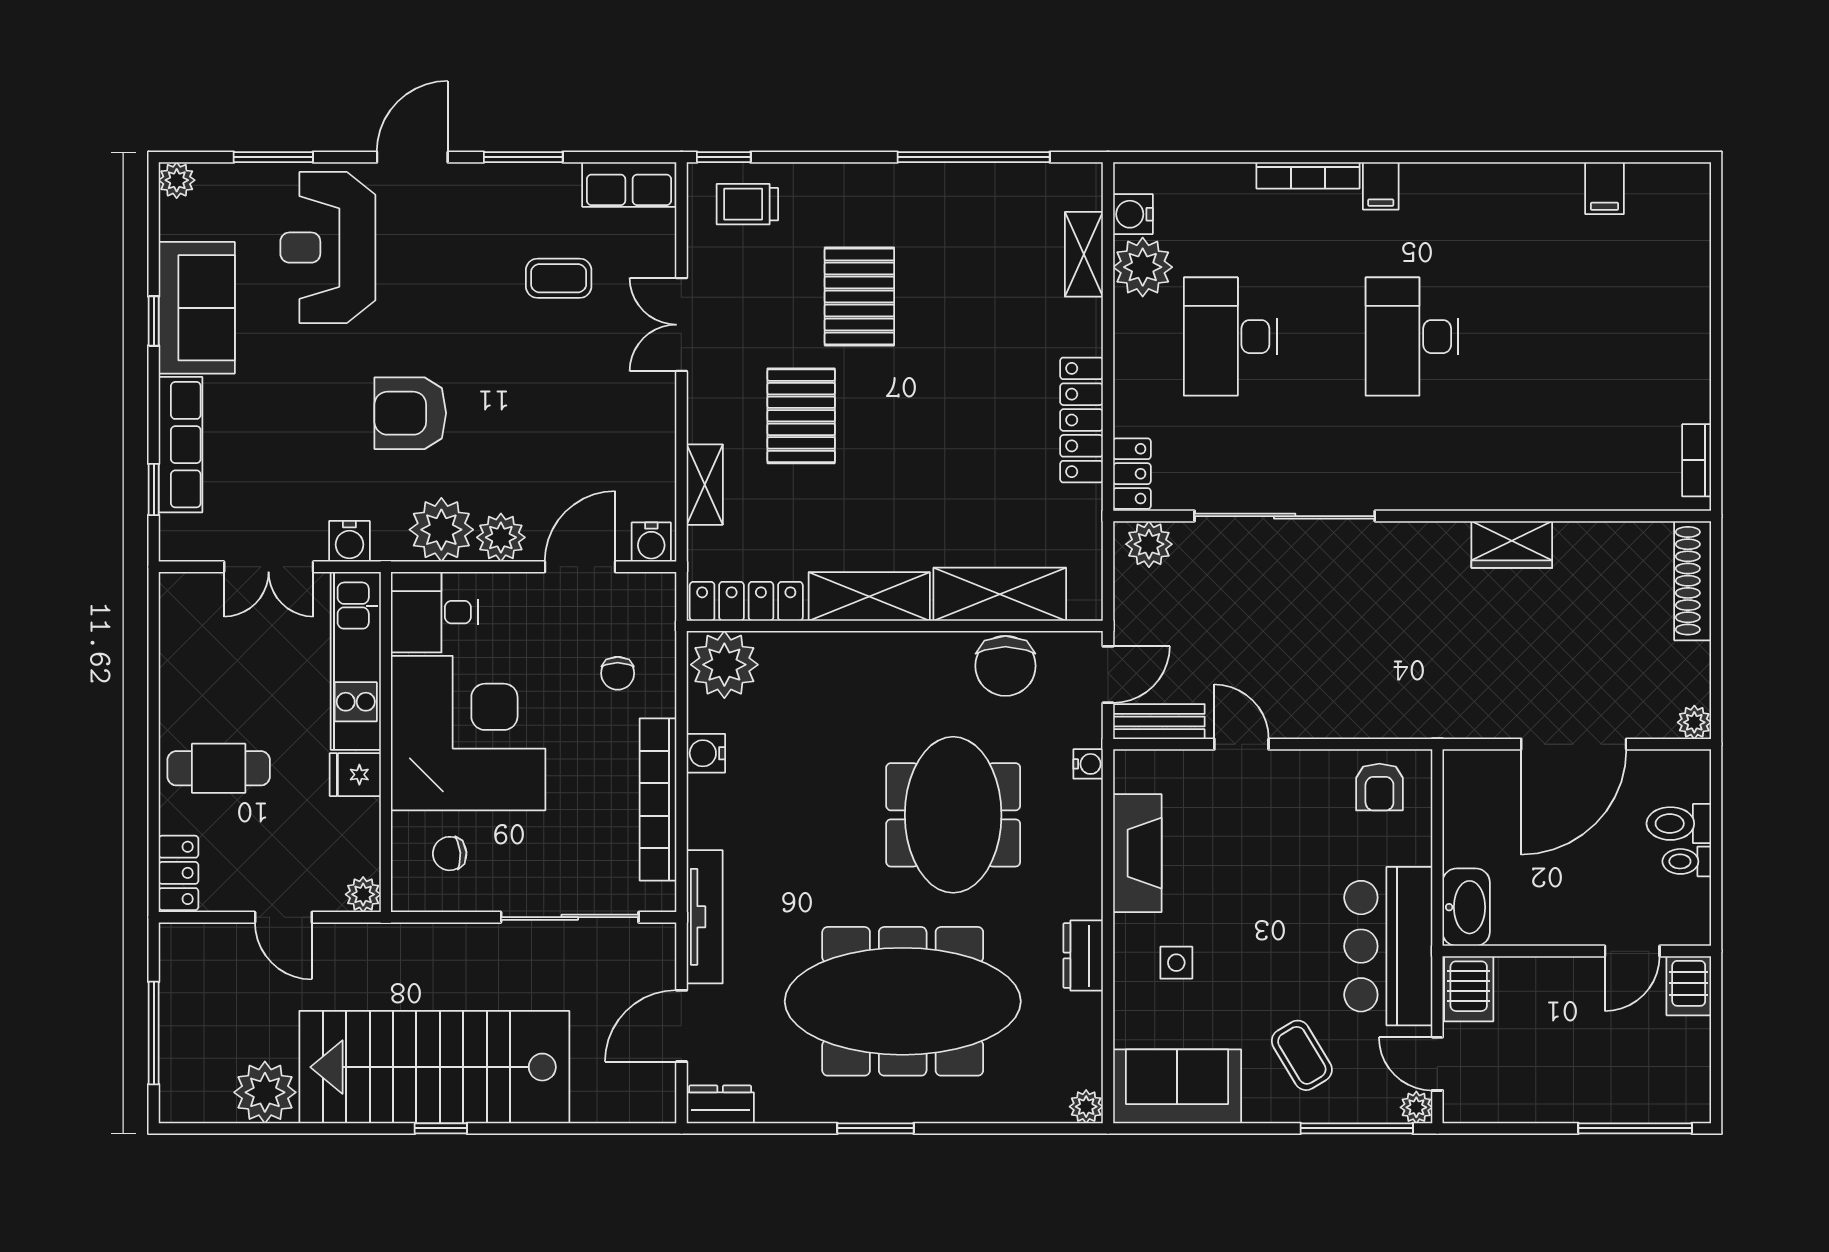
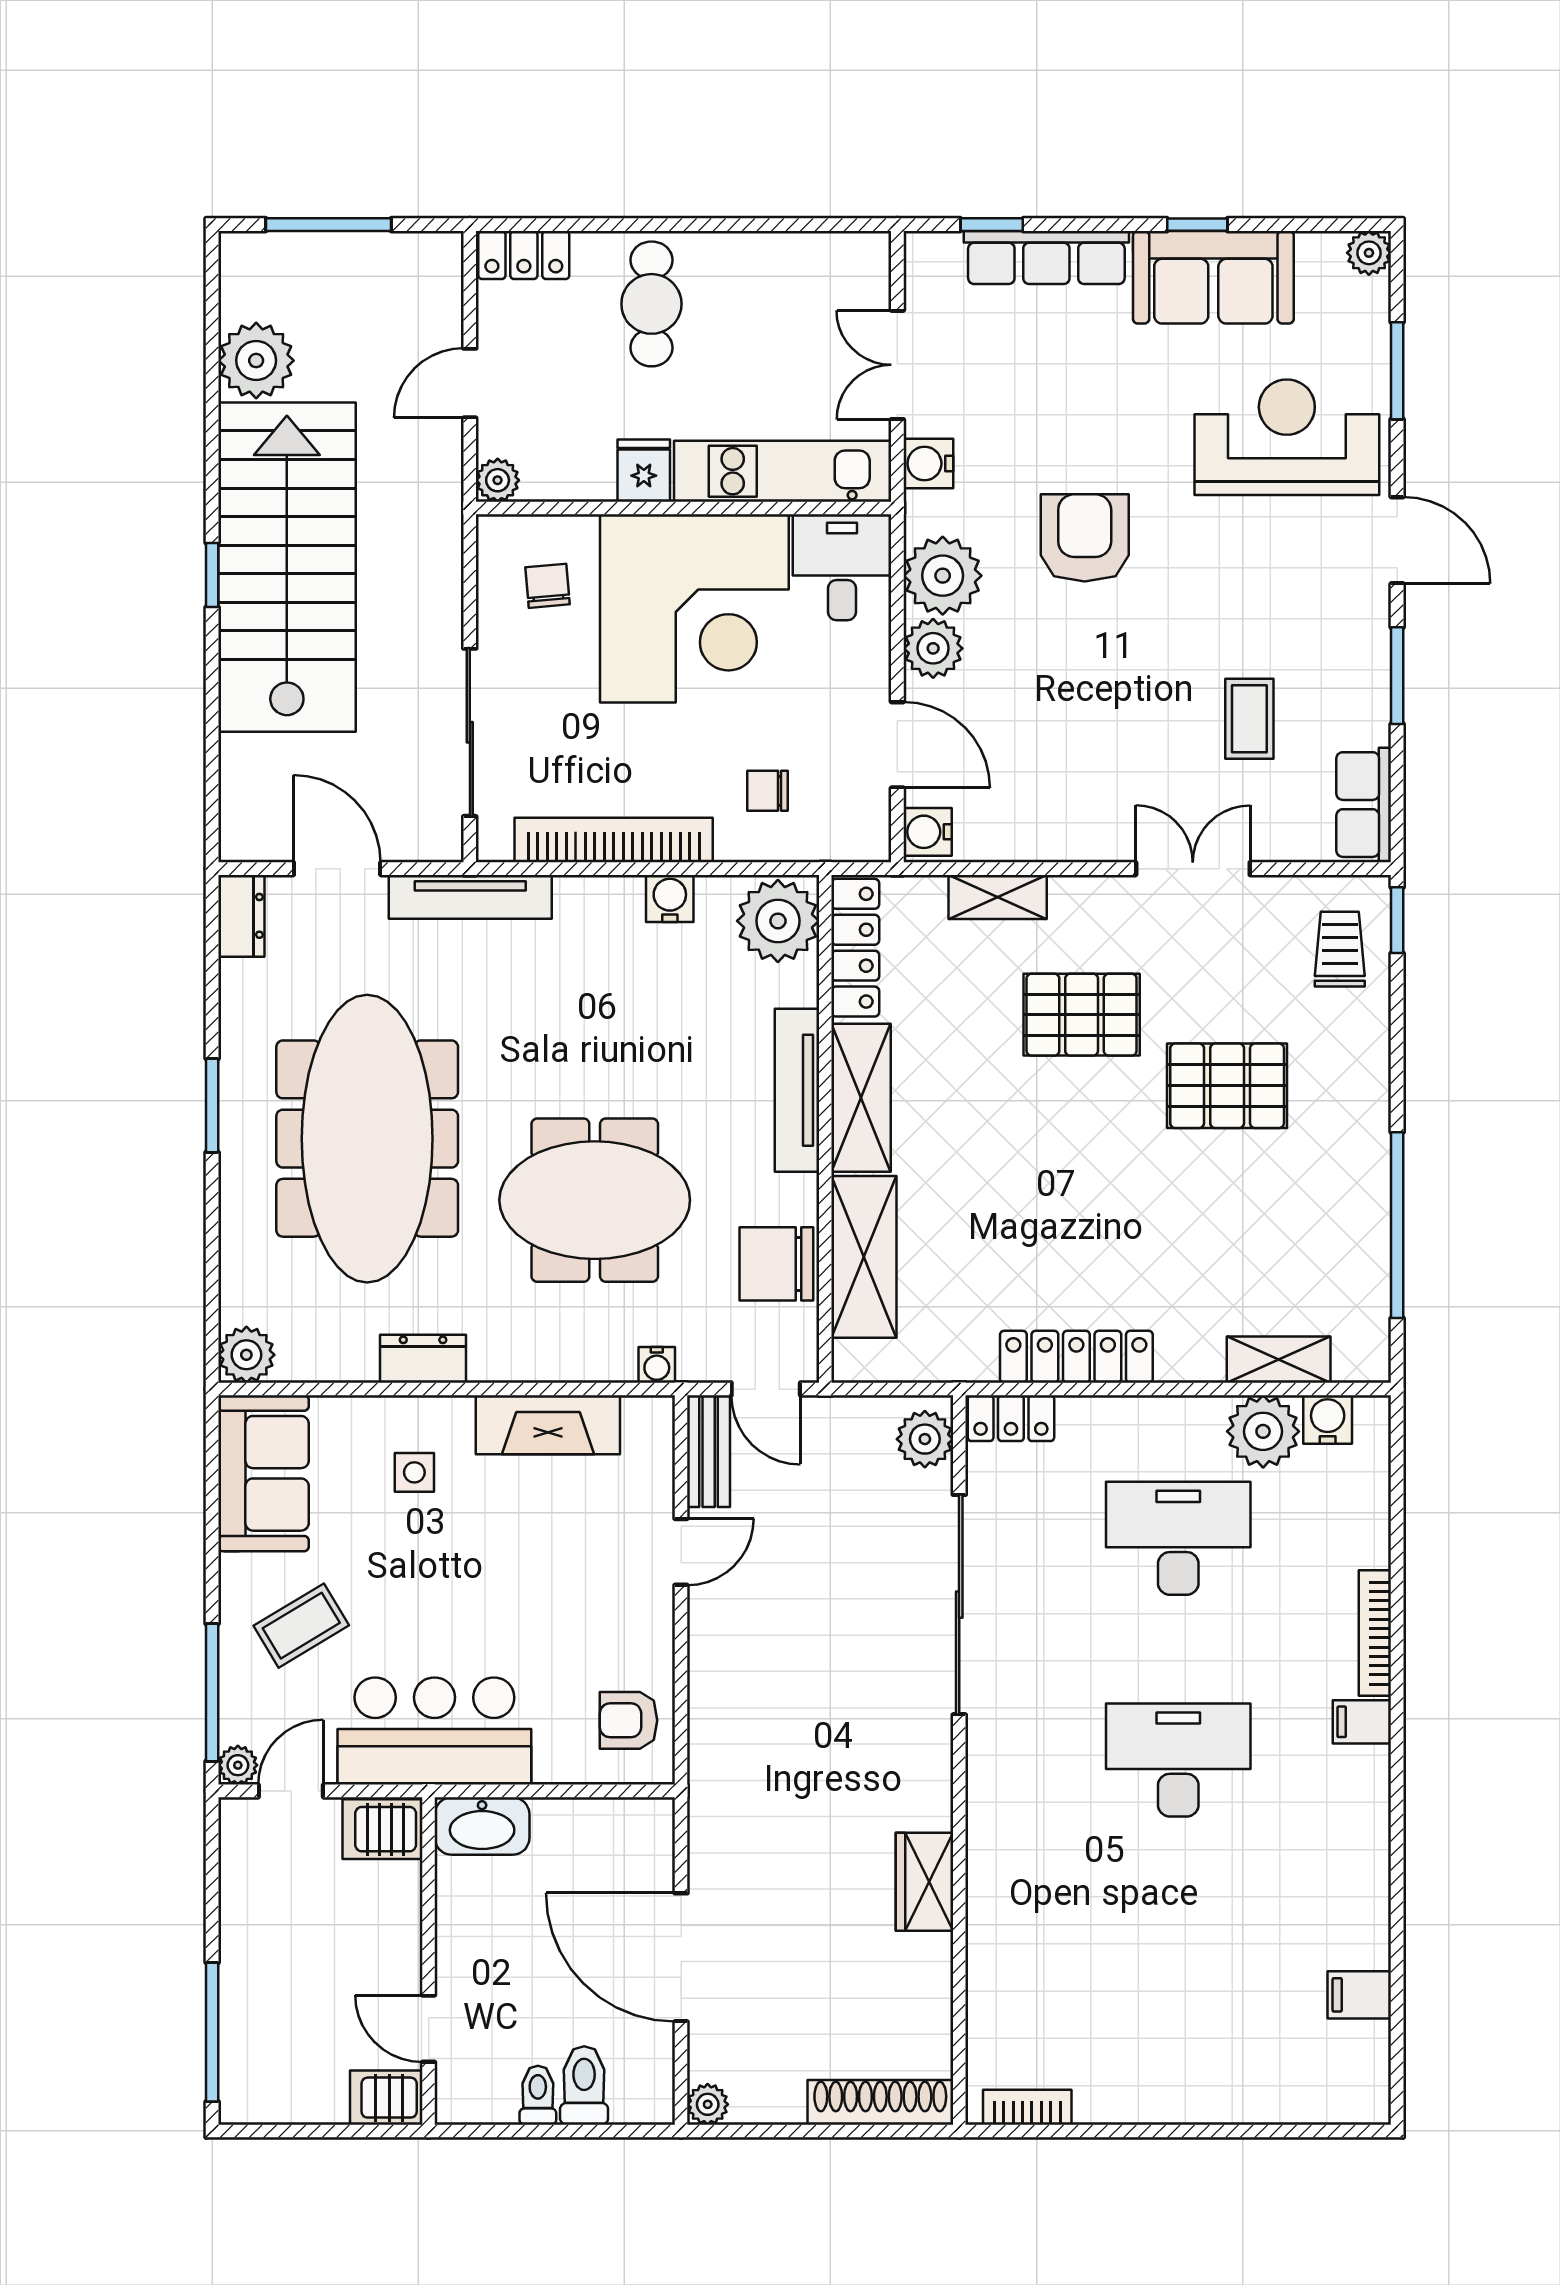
tv unit: (863, 649) -> (797, 1090), added
plant: (1086, 1107) -> (246, 1355), width x1.38, depth x1.38

